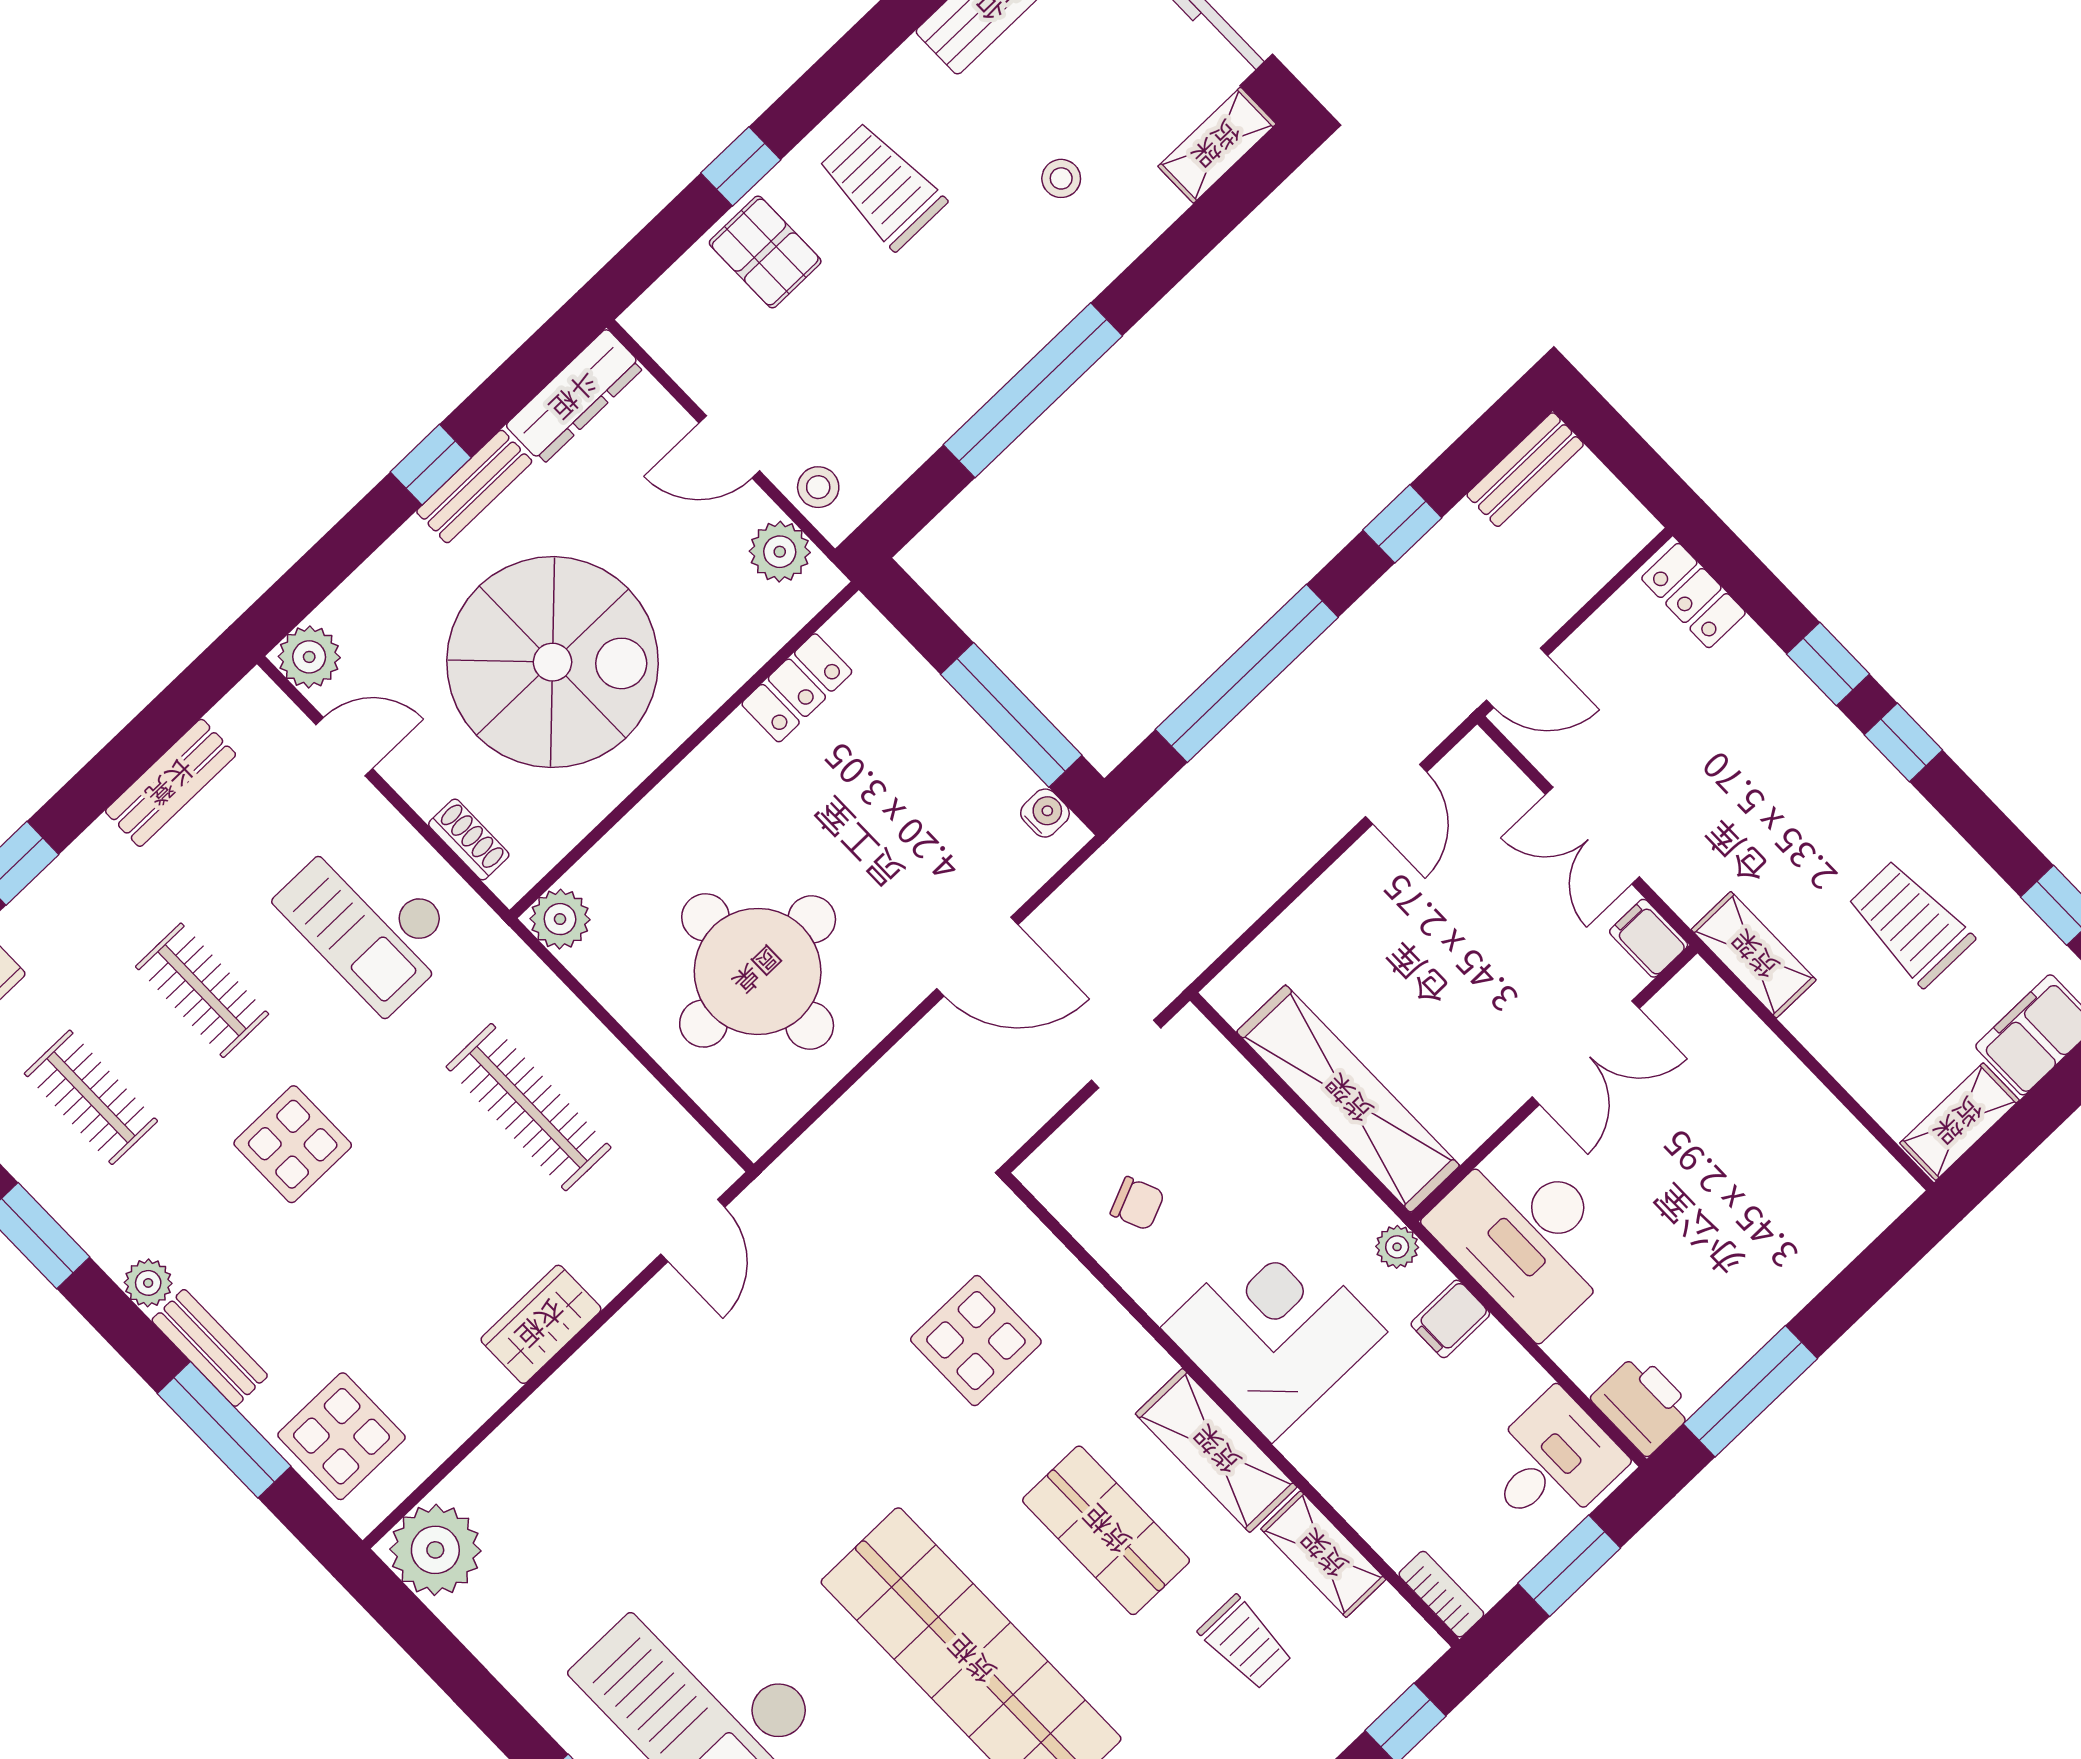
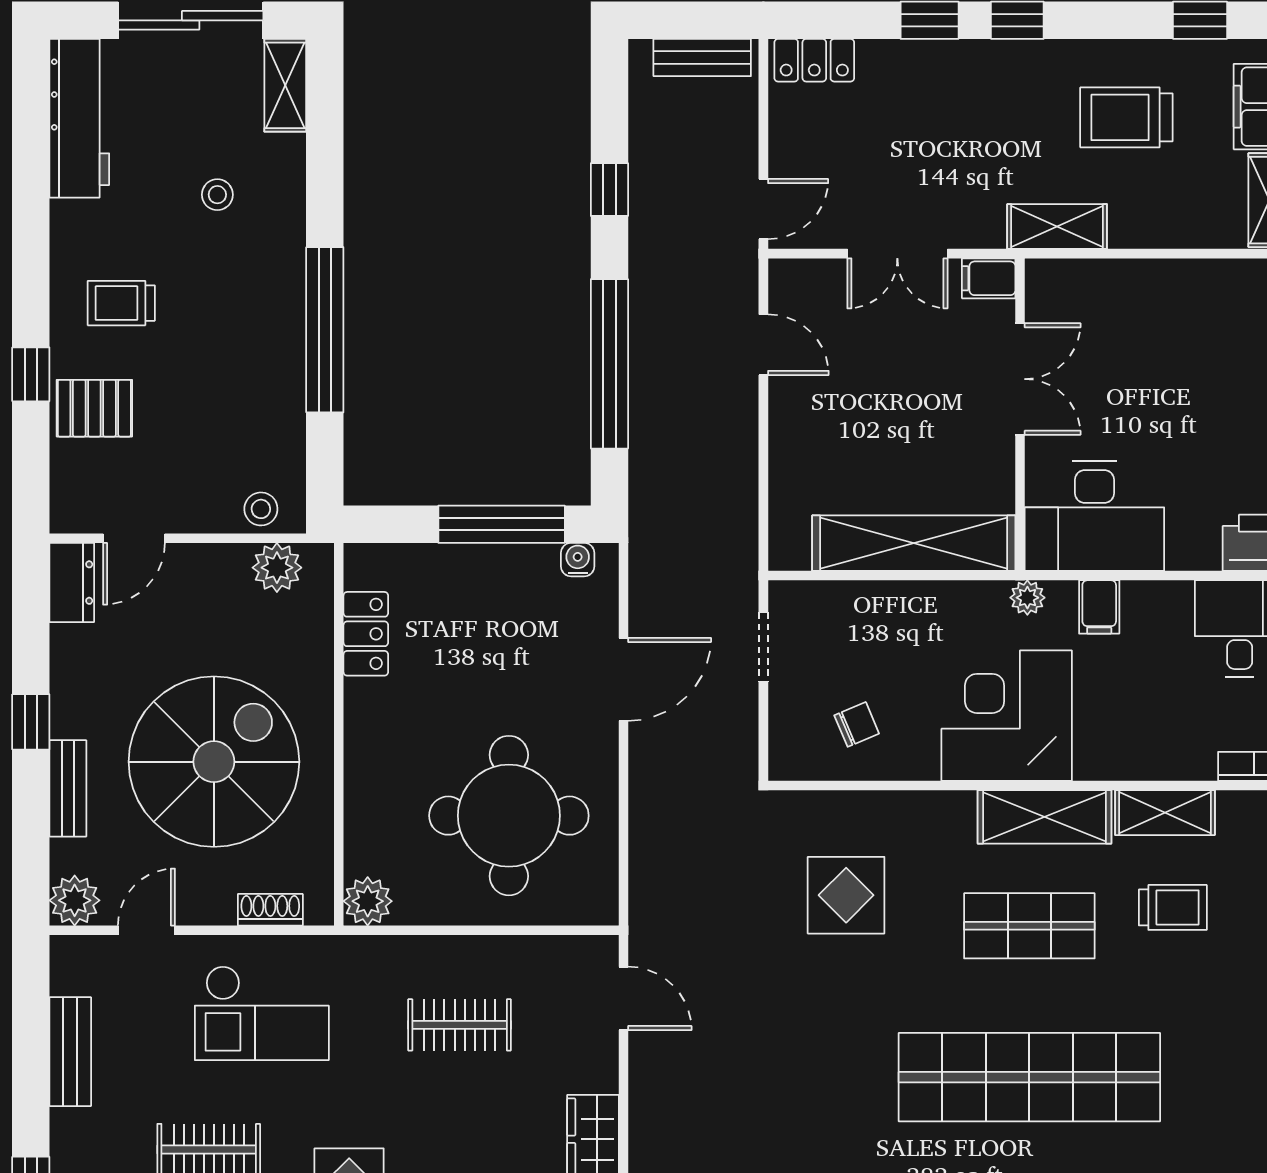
trolley: (882, 186) -> (121, 303), width x0.73, depth x0.72
dresser: (575, 396) -> (72, 583), width x0.70
door: (729, 447) -> (134, 538), moved
bench: (1525, 470) -> (702, 58), moved, turned 90
bench: (474, 486) -> (68, 788), moved
clothes rail: (529, 1107) -> (460, 1025), width x0.73

